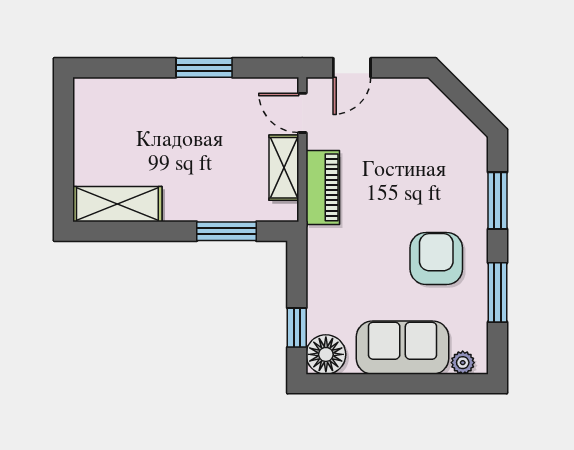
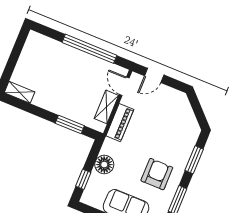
window: (204, 68) -> (89, 49), width x2.11
shelving: (117, 204) -> (20, 92), width x0.67, depth x0.75
floor lamp: (326, 354) -> (104, 165), moved

